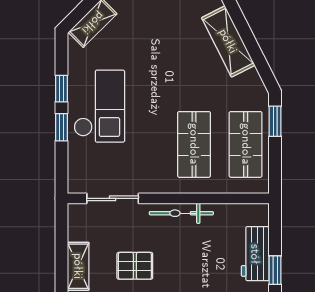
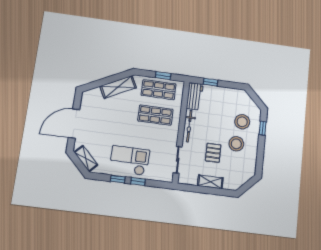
shelving: (228, 41) -> (118, 87), moved
window: (275, 121) -> (163, 76), moved
workbench: (255, 254) -> (195, 96), moved, turned -90
window: (275, 270) -> (211, 82), moved

